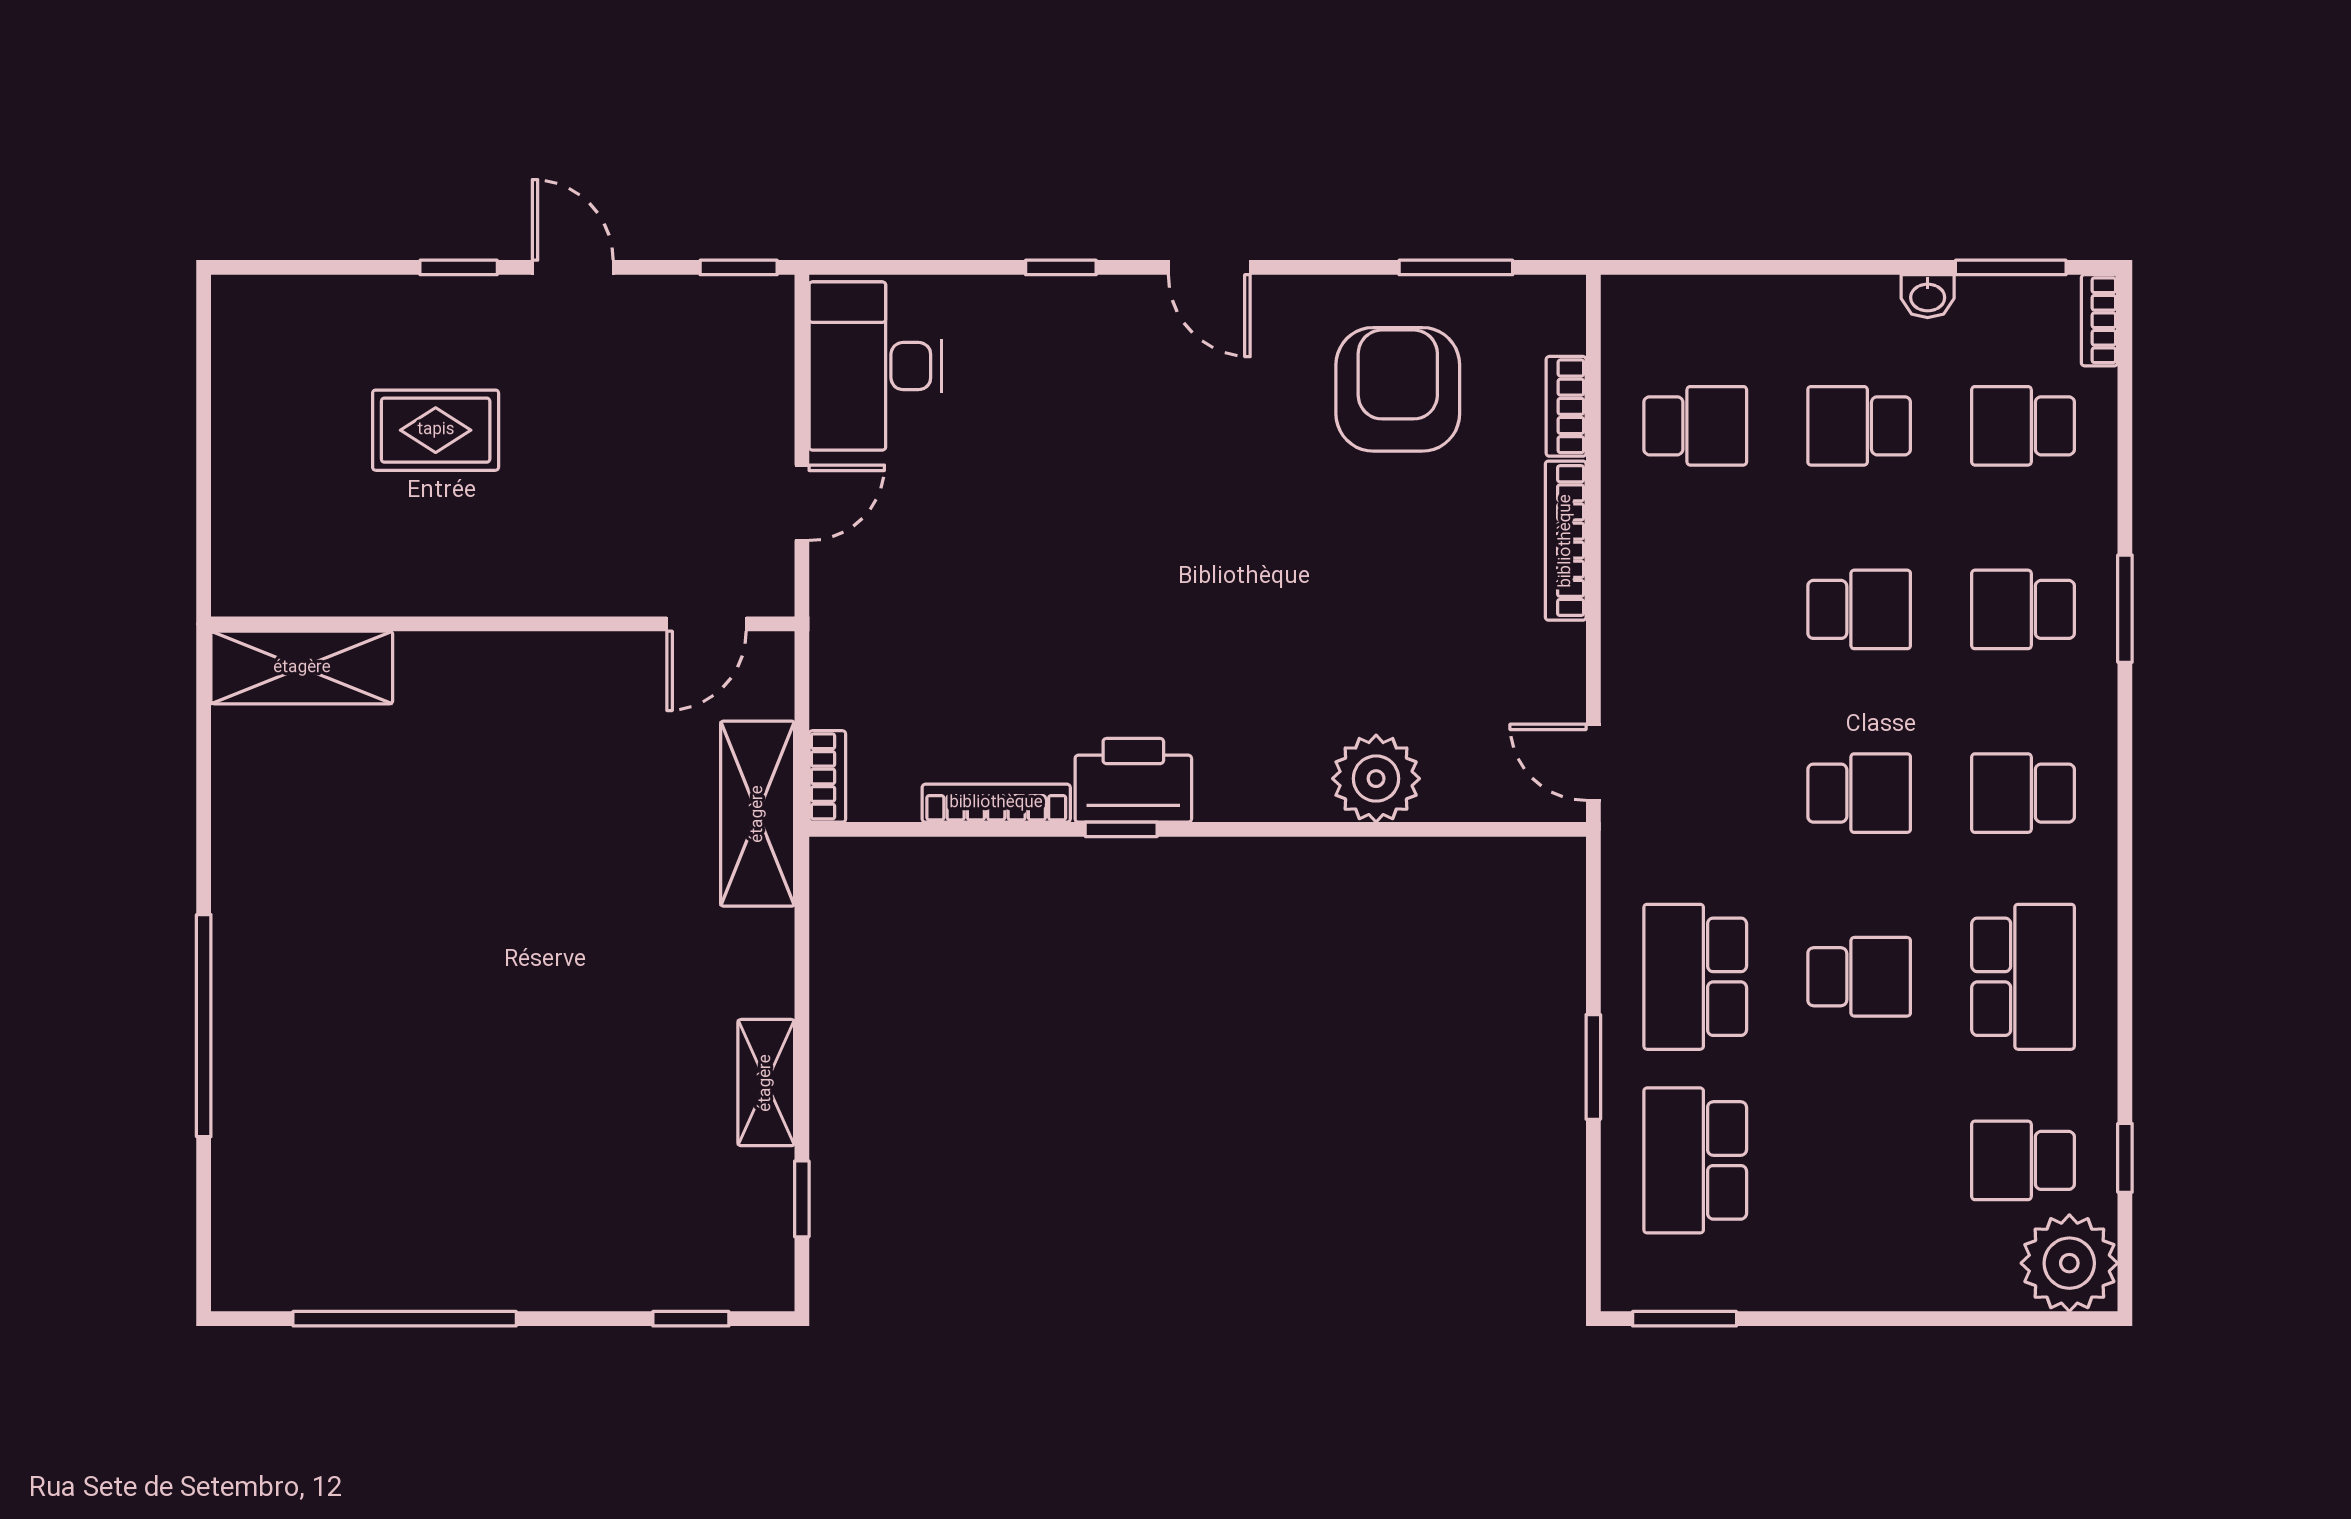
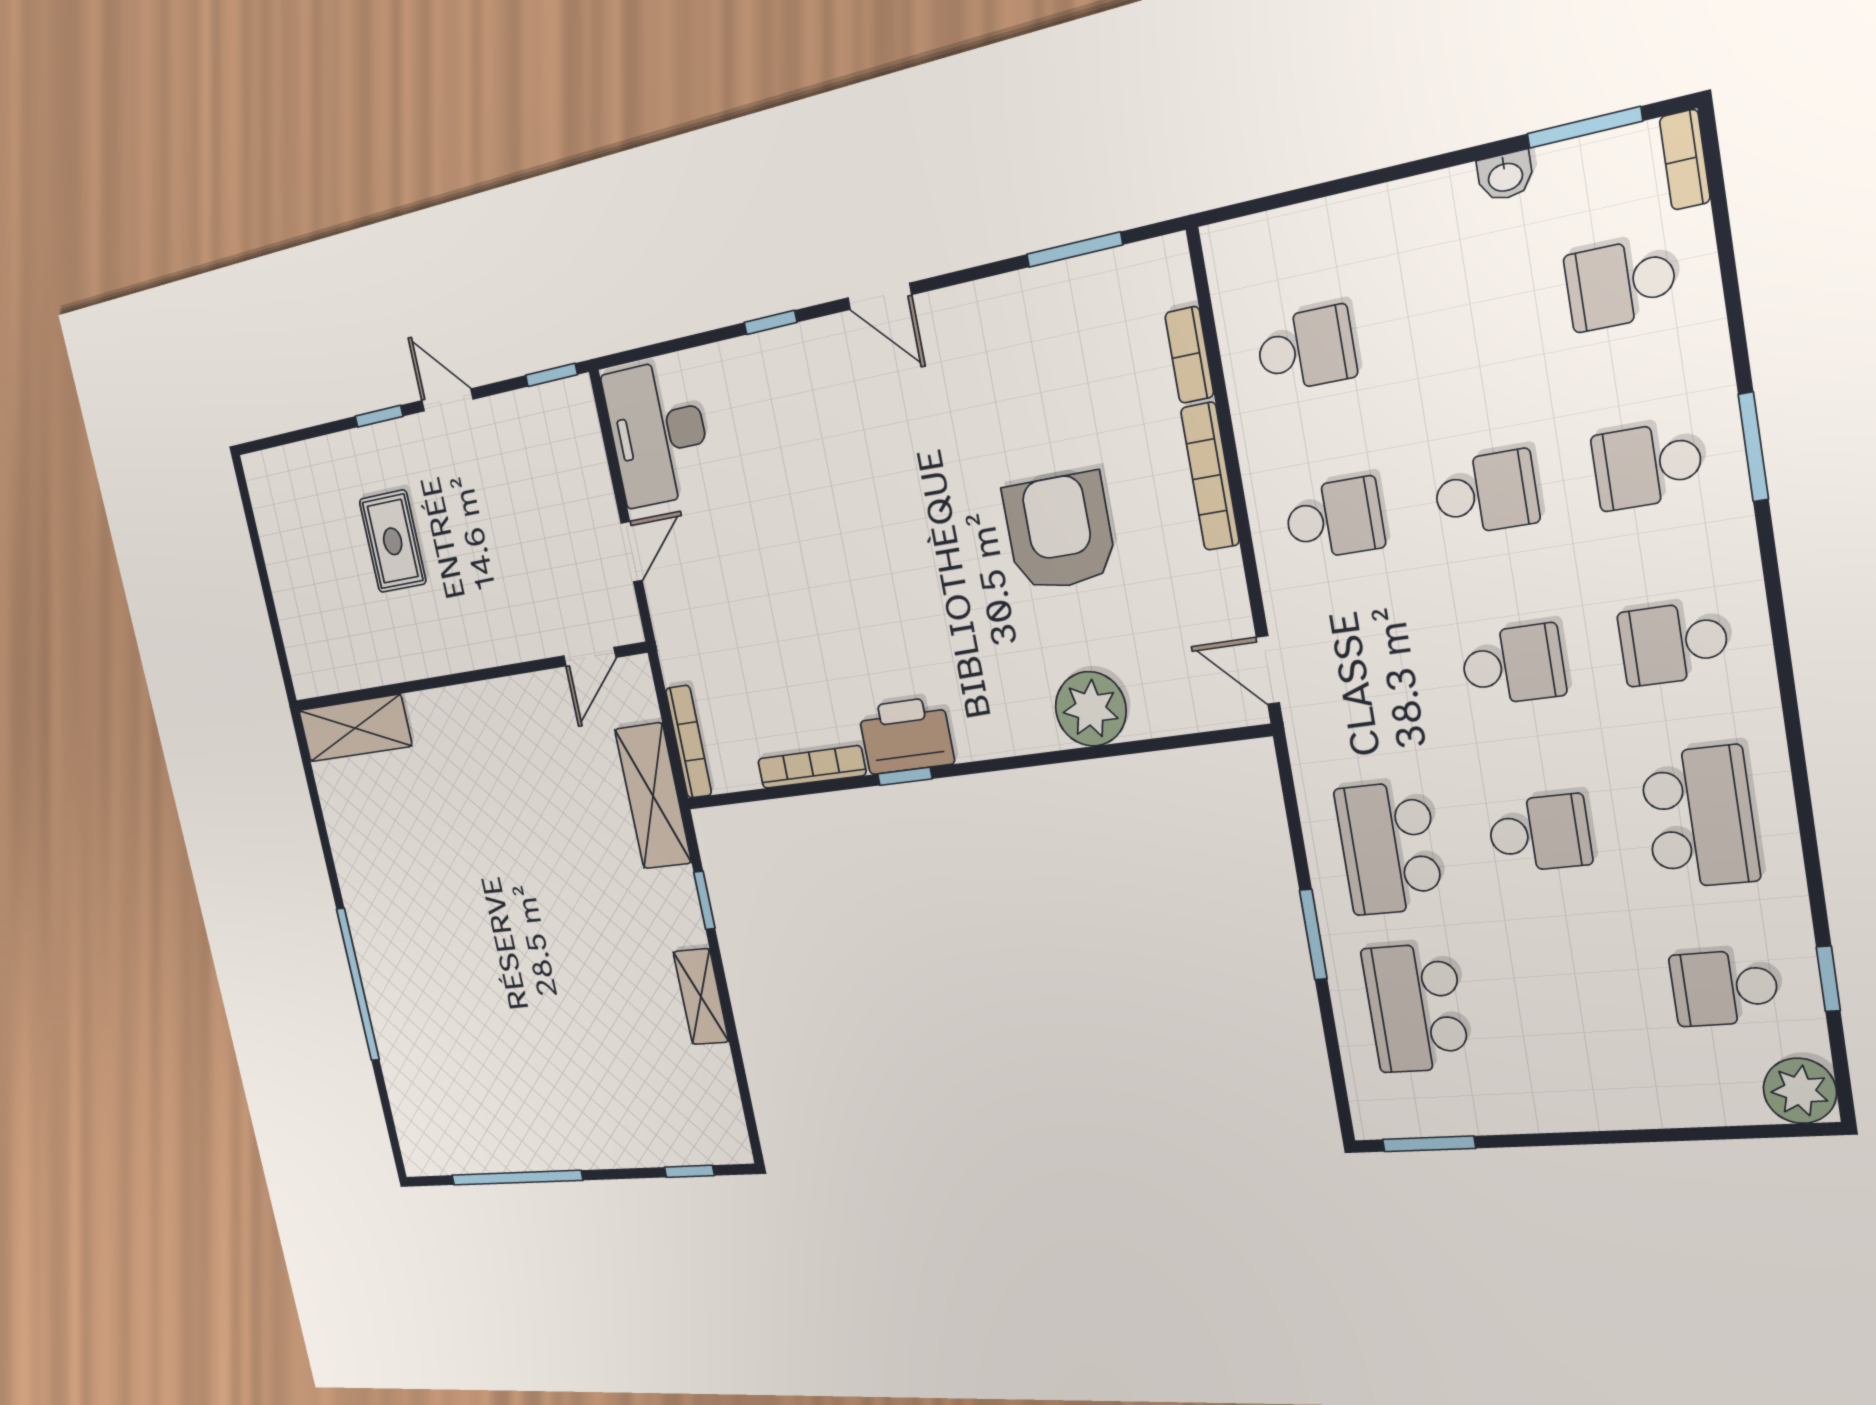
armchair: (1398, 389) -> (1059, 532), moved
school desk: (1859, 426) -> (1334, 519), moved, turned 180
rug: (436, 430) -> (393, 541), turned 90
bookcase: (827, 776) -> (689, 742), width x1.56
window: (802, 1199) -> (704, 900), moved
plant: (2069, 1263) -> (1800, 1091), width x0.73, depth x0.73

